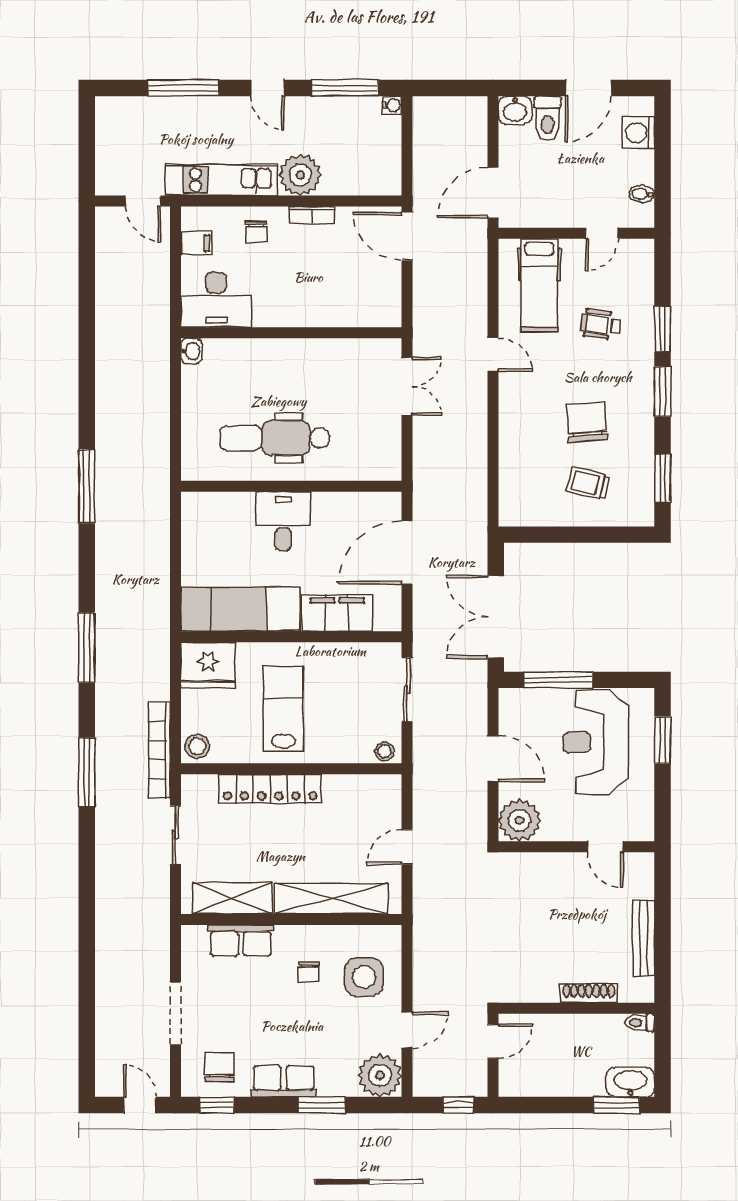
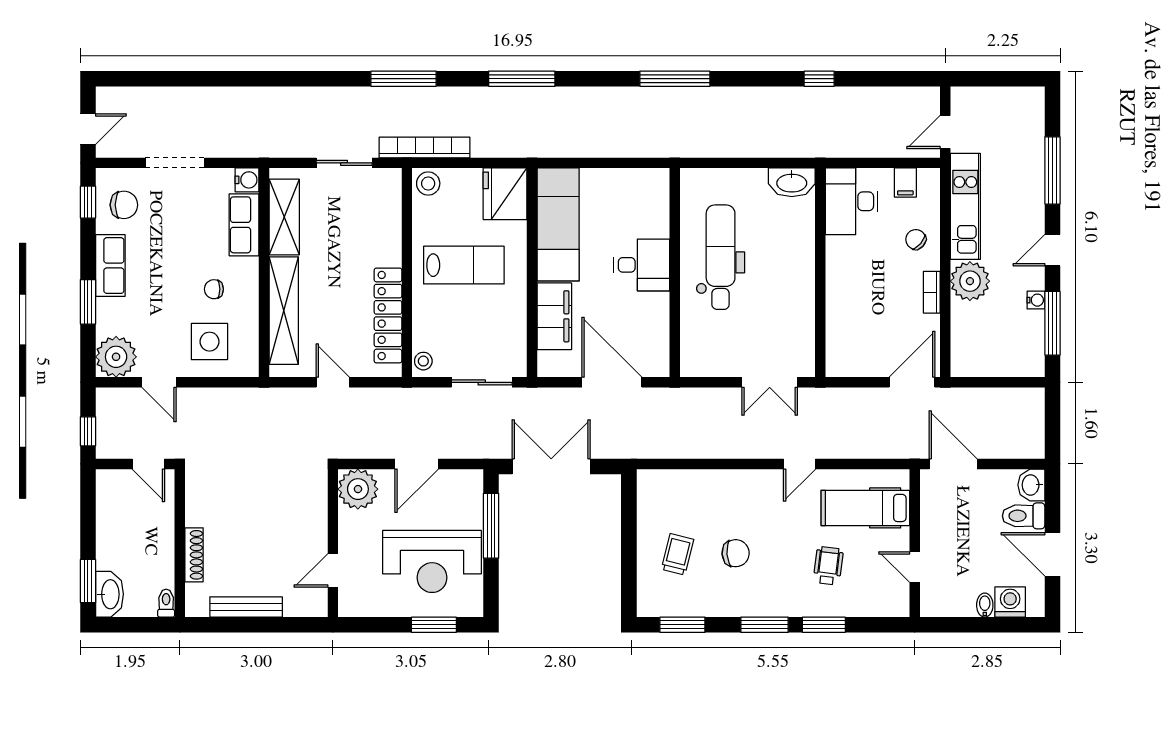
water cooler: (392, 105) -> (1036, 300), moved, turned -90
bidet: (642, 194) -> (985, 605), moved
chair: (256, 232) -> (916, 239), turned 41
window: (87, 334) -> (819, 79), added
washbasin: (191, 351) -> (792, 182), width x1.91, depth x1.45
chair: (587, 422) -> (736, 553), width x0.73, depth x0.73
reception desk: (596, 742) -> (432, 561), turned 180
locker: (270, 789) -> (388, 315), moved
water cooler: (193, 937) -> (247, 180), added

